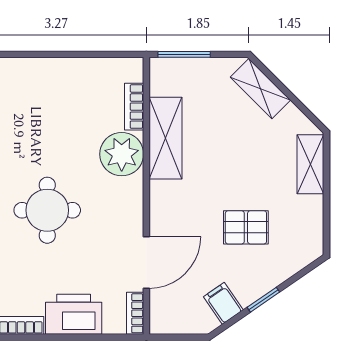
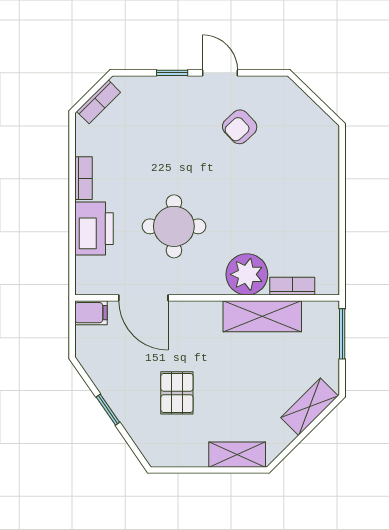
round table: (47, 210) -> (174, 226), moved
filing cabinet: (223, 303) -> (91, 313), moved, turned 35
bookcase: (135, 313) -> (95, 287), removed

